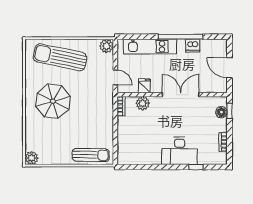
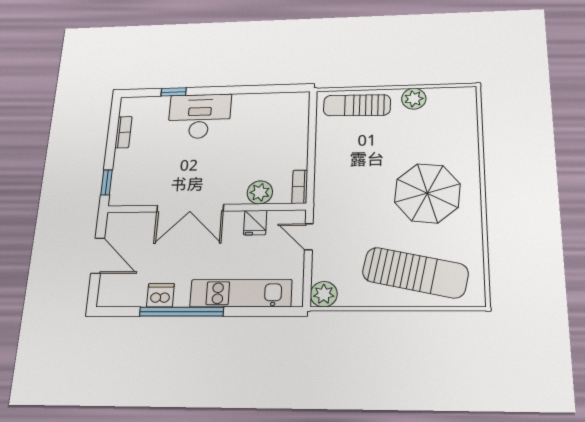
floor lamp: (221, 112) -> (121, 180), removed
plant: (32, 158) -> (414, 99), moved

